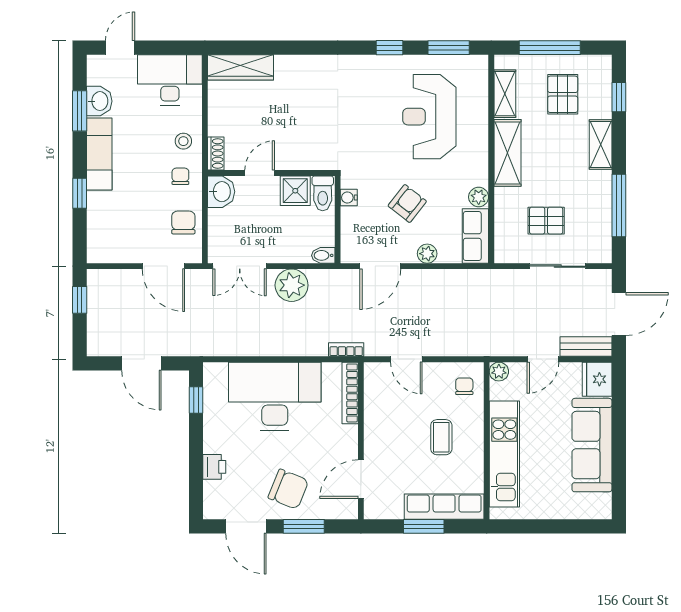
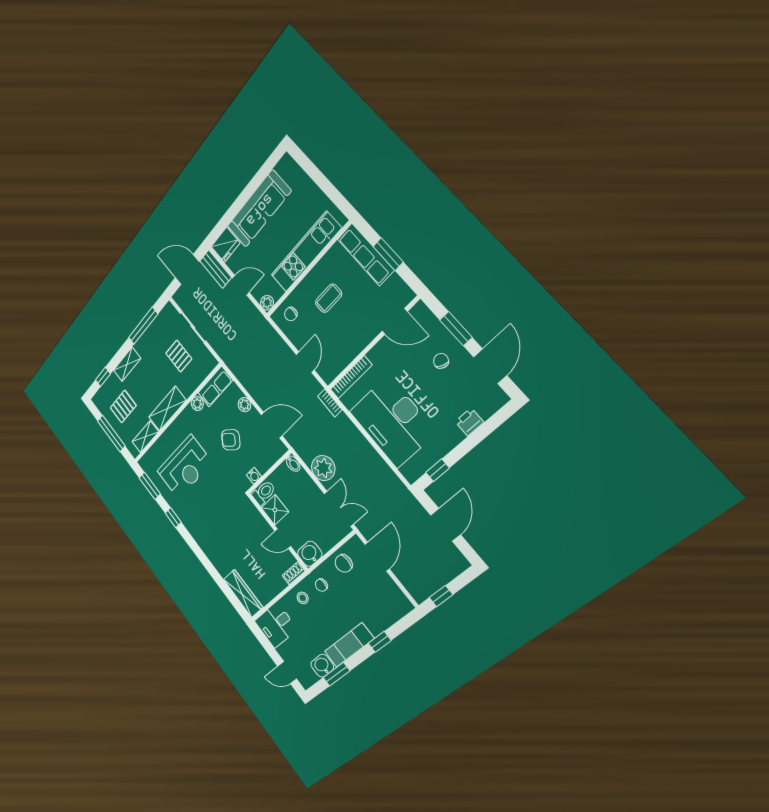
desk: (170, 80) -> (276, 625), width x0.73
chair: (288, 489) -> (441, 361), width x0.54, depth x0.54

